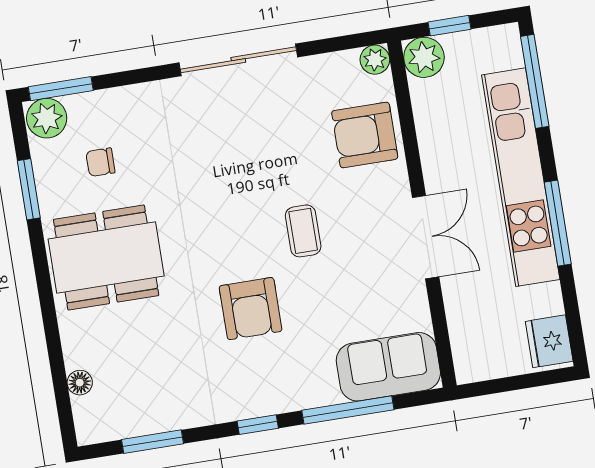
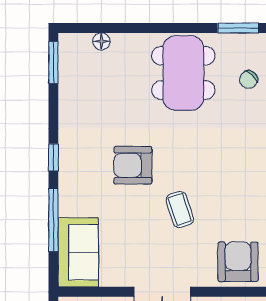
chair: (100, 162) -> (249, 80), turned -139
coffee table: (303, 231) -> (180, 209), turned 72
window: (152, 442) -> (53, 62), moved

